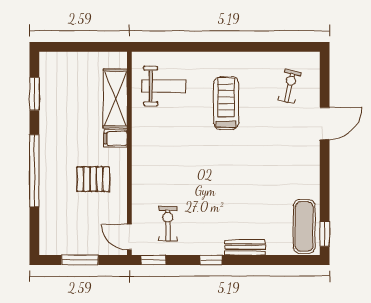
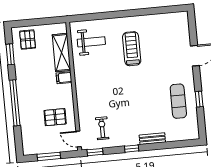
pallet: (64, 73) -> (28, 40), added
exercise bike: (290, 86) -> (171, 34), removed
pallet: (93, 179) -> (55, 117), moved
exercise mat: (304, 226) -> (178, 101), moved
window: (325, 234) -> (199, 99), moved

